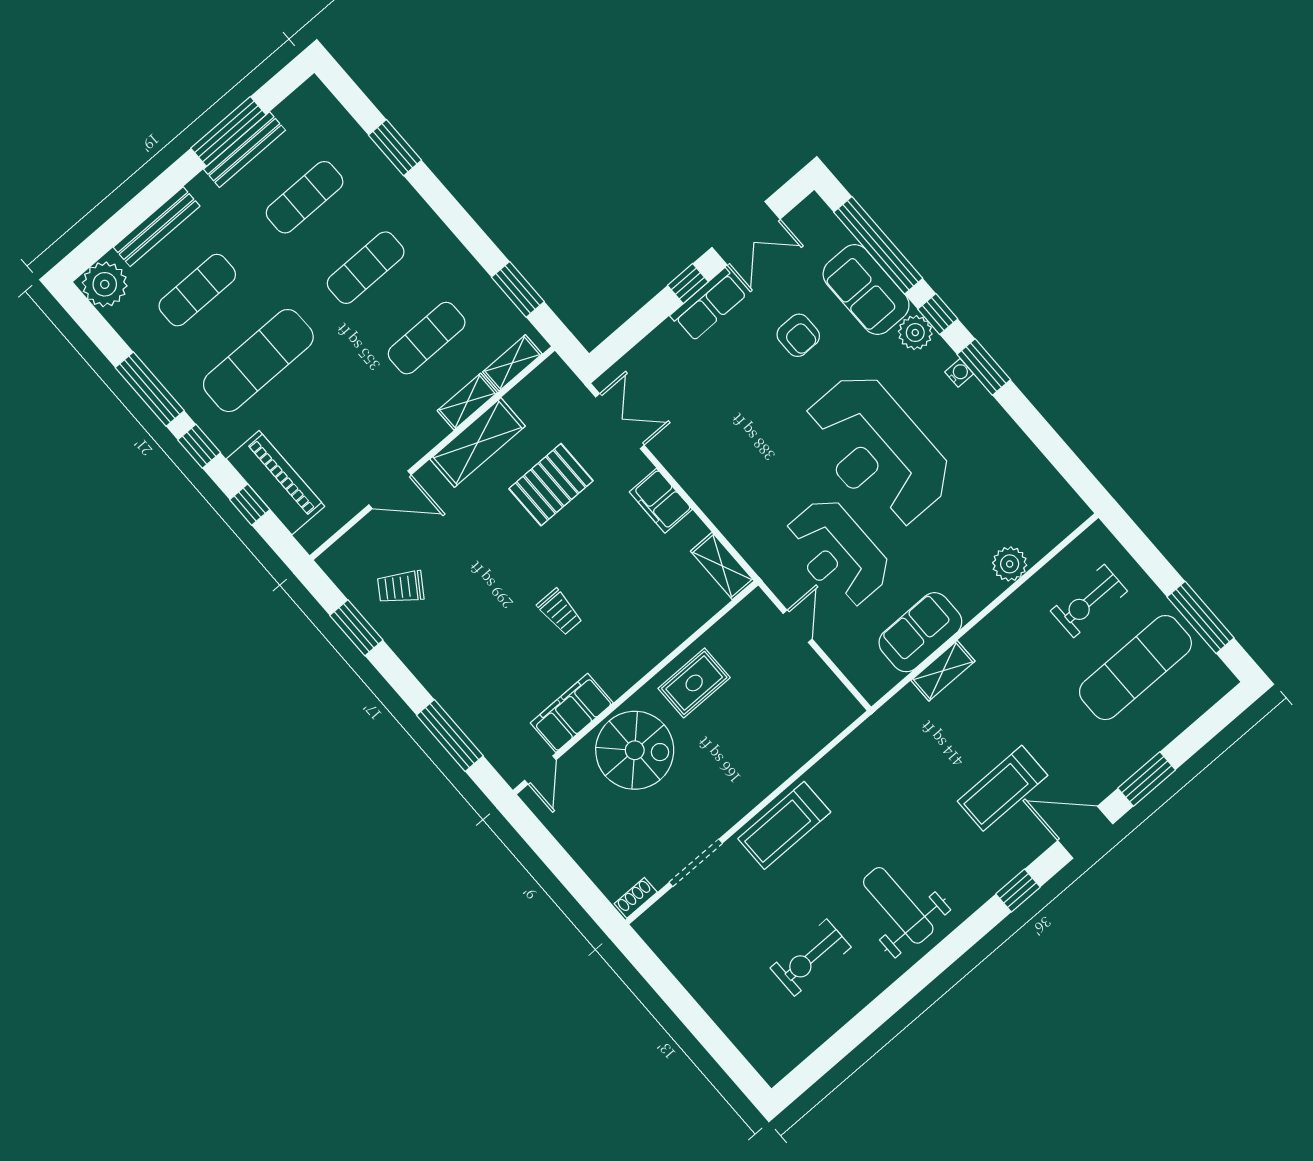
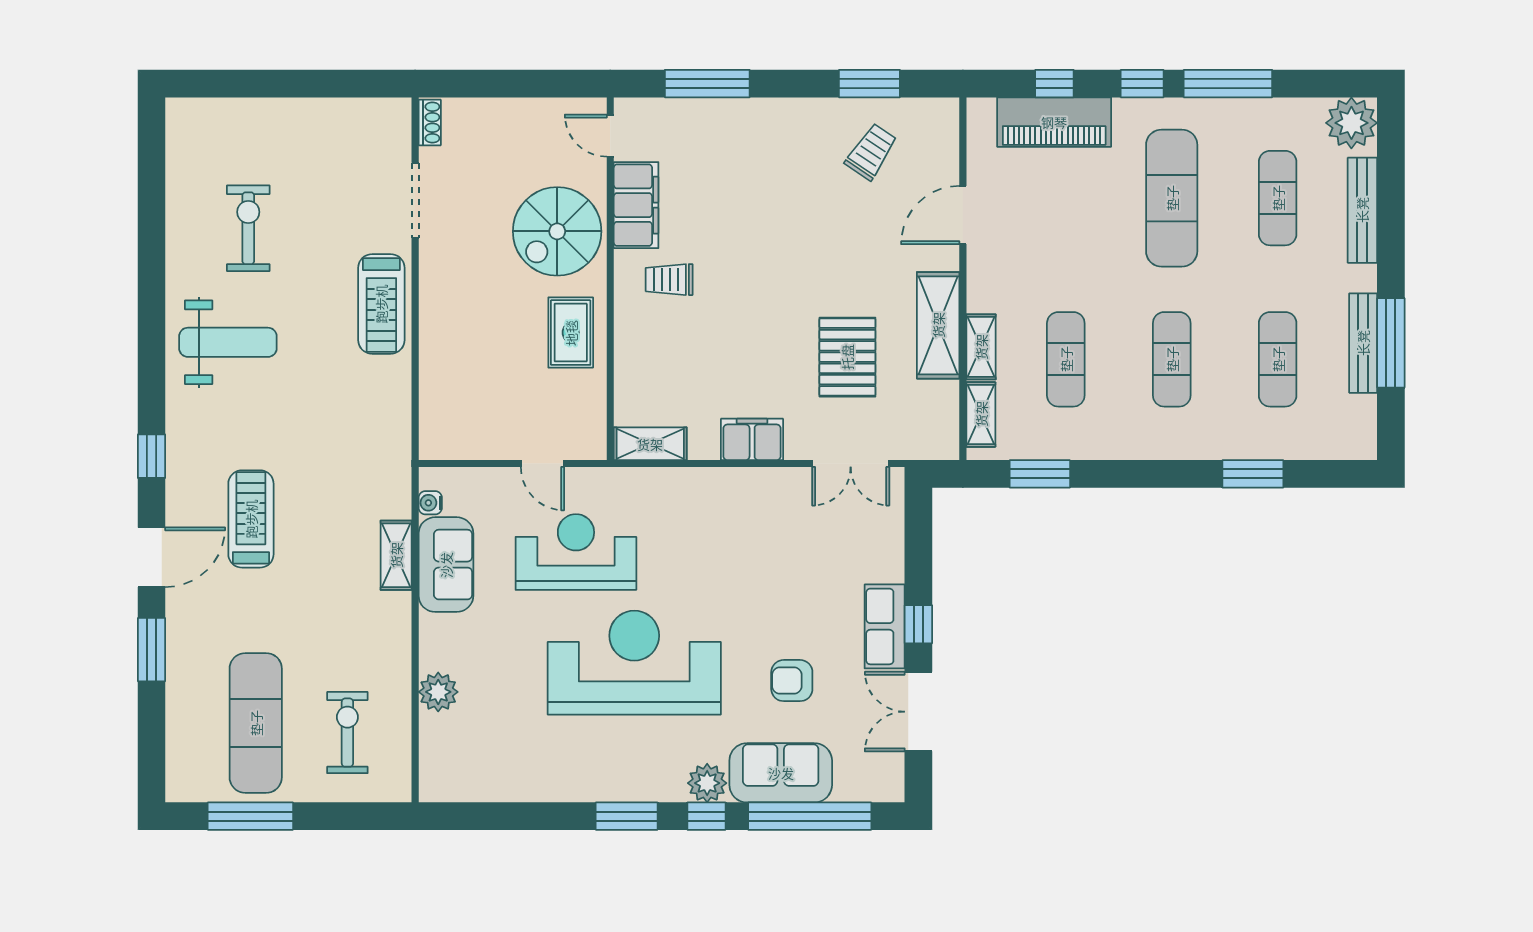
water cooler: (959, 373) -> (430, 503), moved, turned 90
trolley: (560, 612) -> (669, 280), moved
treadmill: (784, 825) -> (381, 304), turned 180

